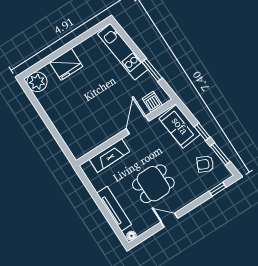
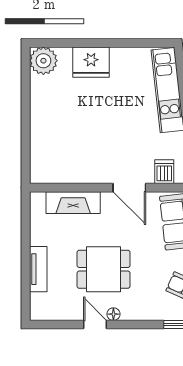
door: (137, 125) -> (129, 188), swing flipped
tv unit: (114, 209) -> (38, 269), width x0.71
floor lamp: (131, 236) -> (113, 314), moved

